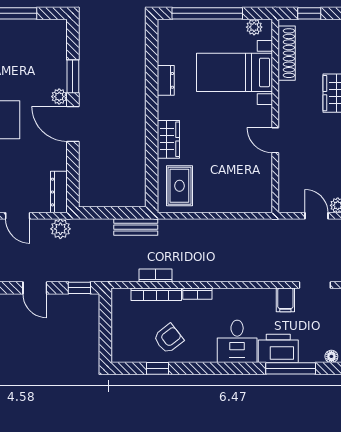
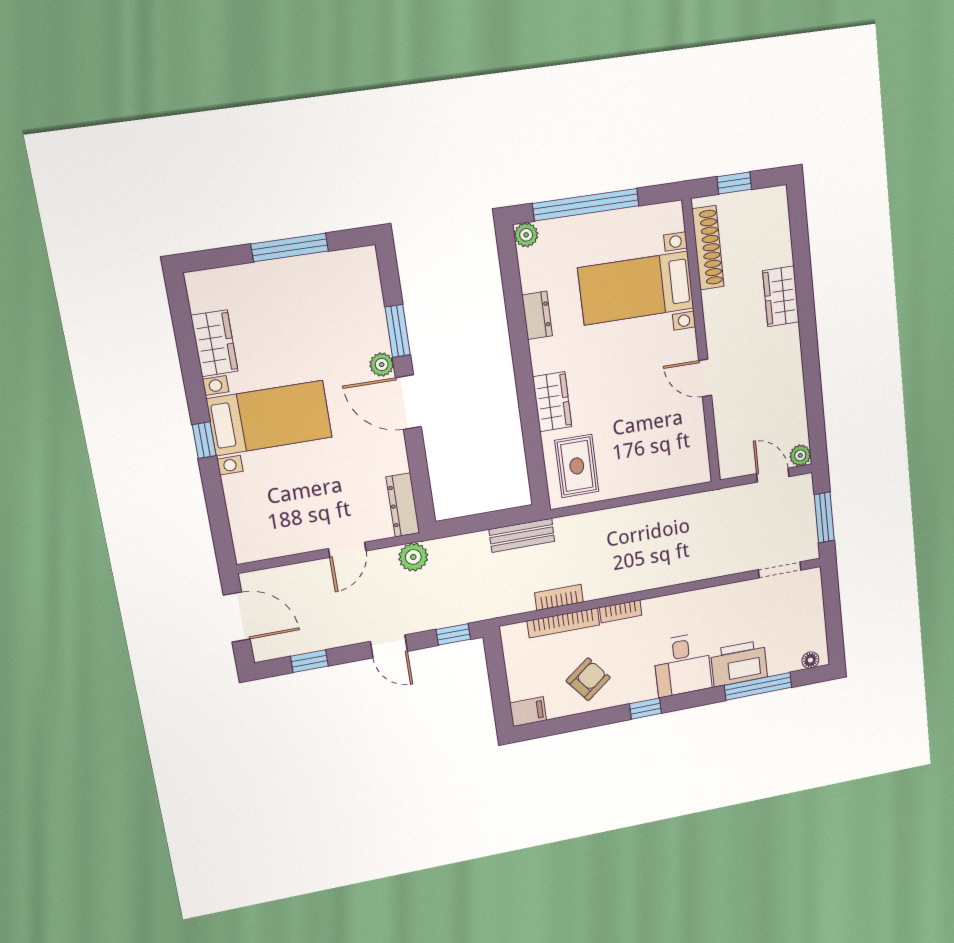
plant: (254, 27) -> (526, 235), moved
door: (18, 216) -> (347, 550), hinge flipped
filing cabinet: (285, 300) -> (528, 712), moved, turned -90
window: (158, 368) -> (645, 709), moved

